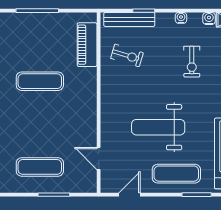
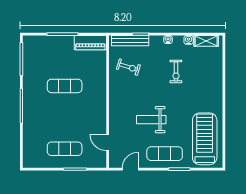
piano: (87, 45) -> (90, 43), moved, turned -90
weight bench: (158, 127) -> (151, 120), width x0.73, depth x0.75

